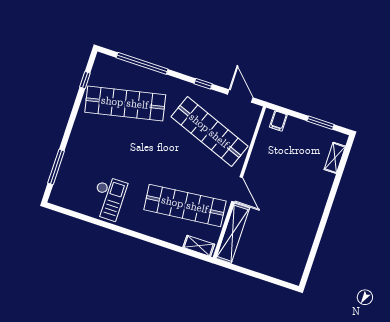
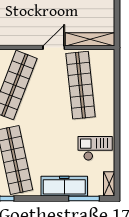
freezer: (77, 149) -> (64, 186), added
shelving: (199, 246) -> (109, 184), moved

